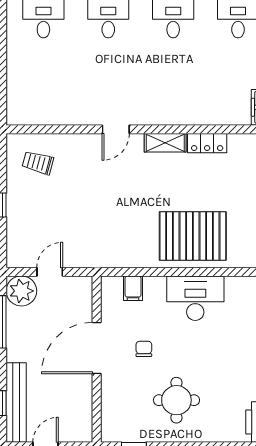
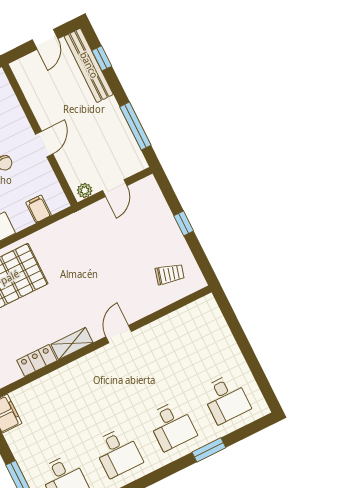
plant: (21, 291) -> (85, 191), moved, width x0.53, depth x0.53
door: (97, 348) -> (44, 144), width x0.53

